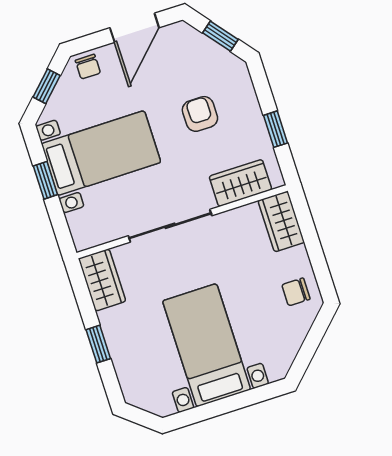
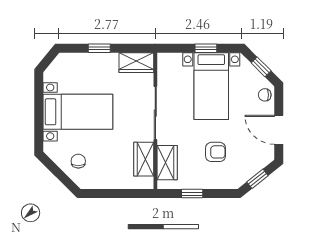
wardrobe: (281, 221) -> (144, 159), moved, turned -90
chair: (296, 292) -> (78, 161), moved

